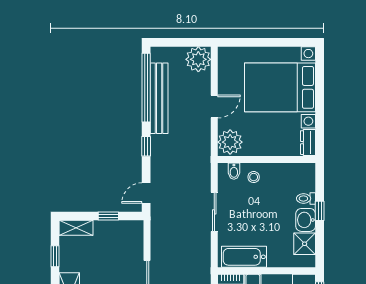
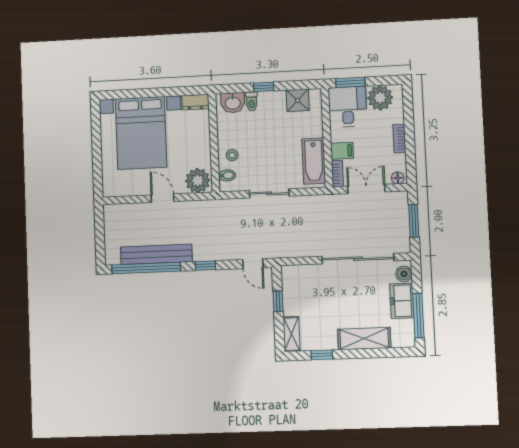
plant: (198, 59) -> (116, 216), removed
washbasin: (306, 220) -> (233, 103), moved

